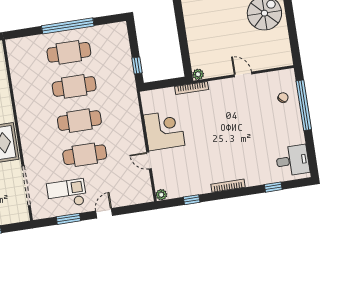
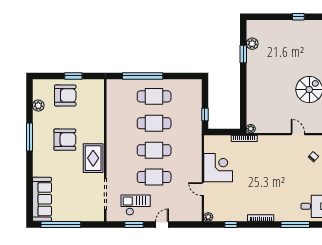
window: (68, 26) -> (143, 76), moved
door: (243, 74) -> (298, 134), moved
window: (273, 187) -> (295, 224), width x2.17

